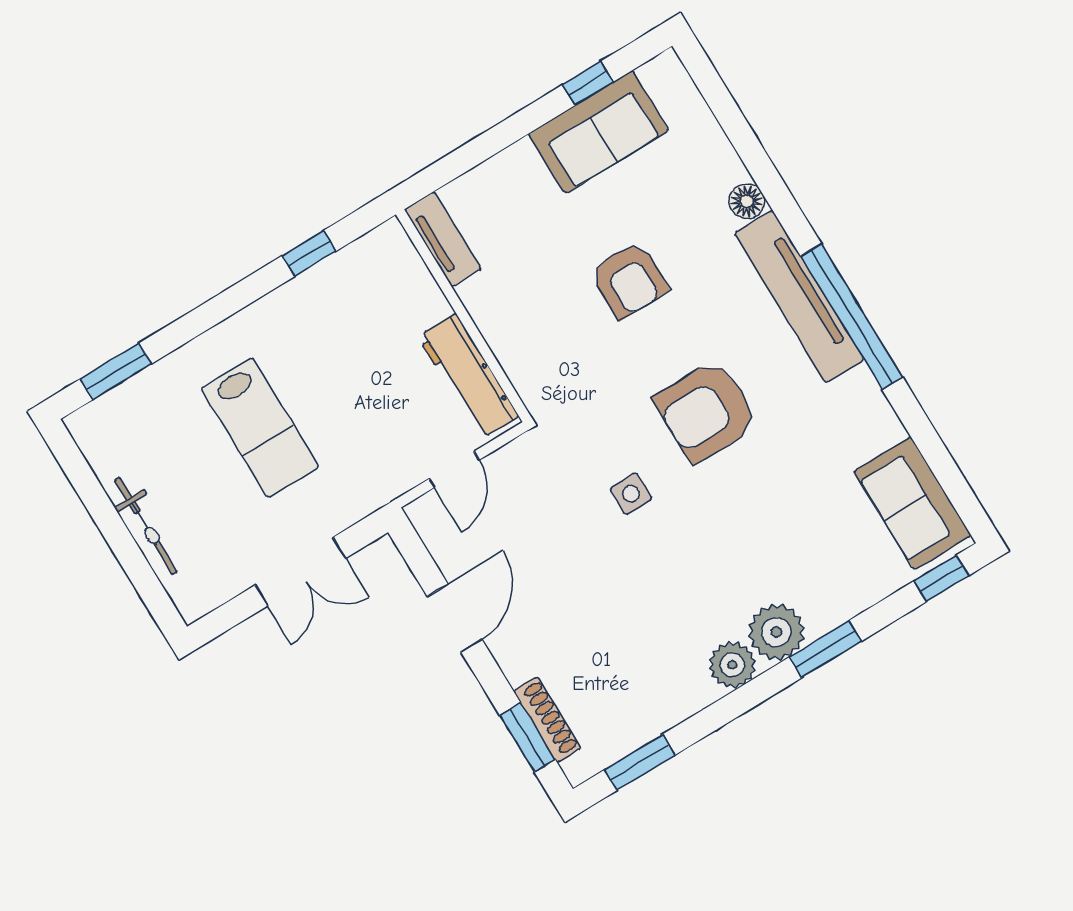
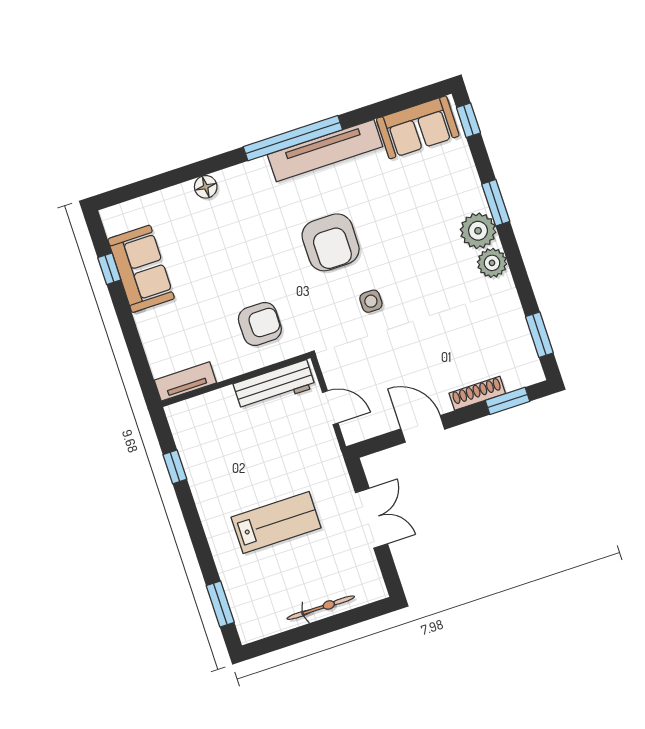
armchair: (629, 280) -> (260, 324), moved
tv unit: (799, 297) -> (325, 151), moved
shoe rack: (547, 720) -> (477, 393), moved

